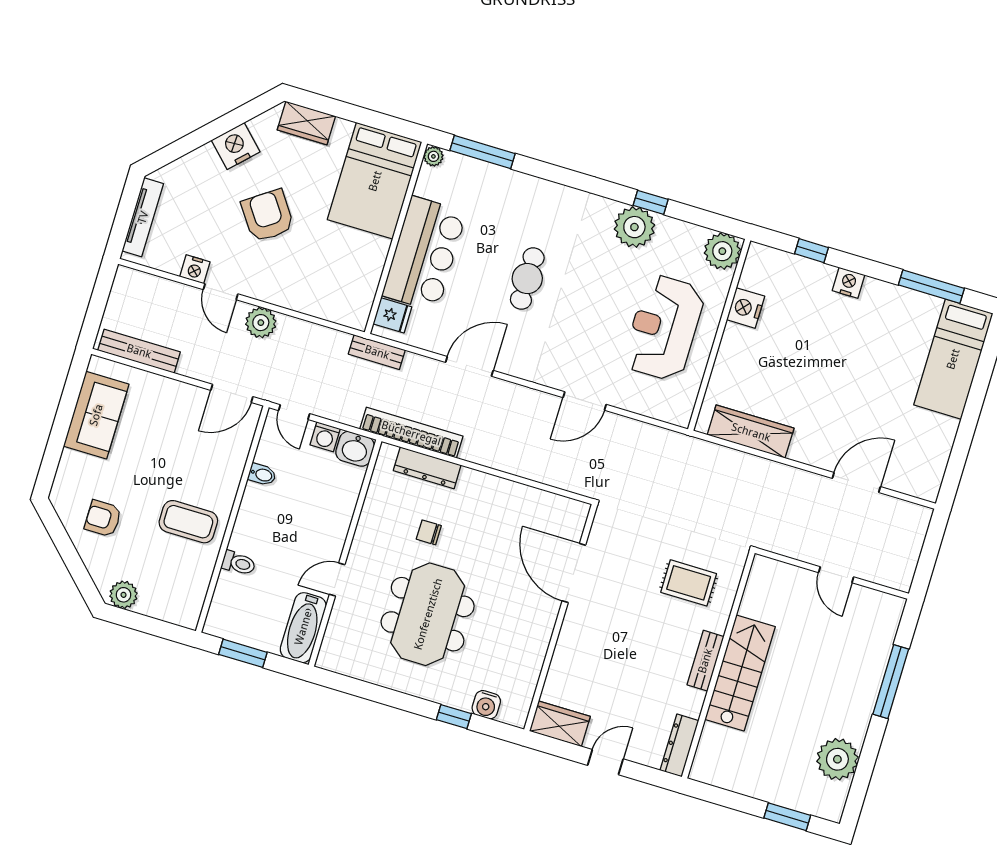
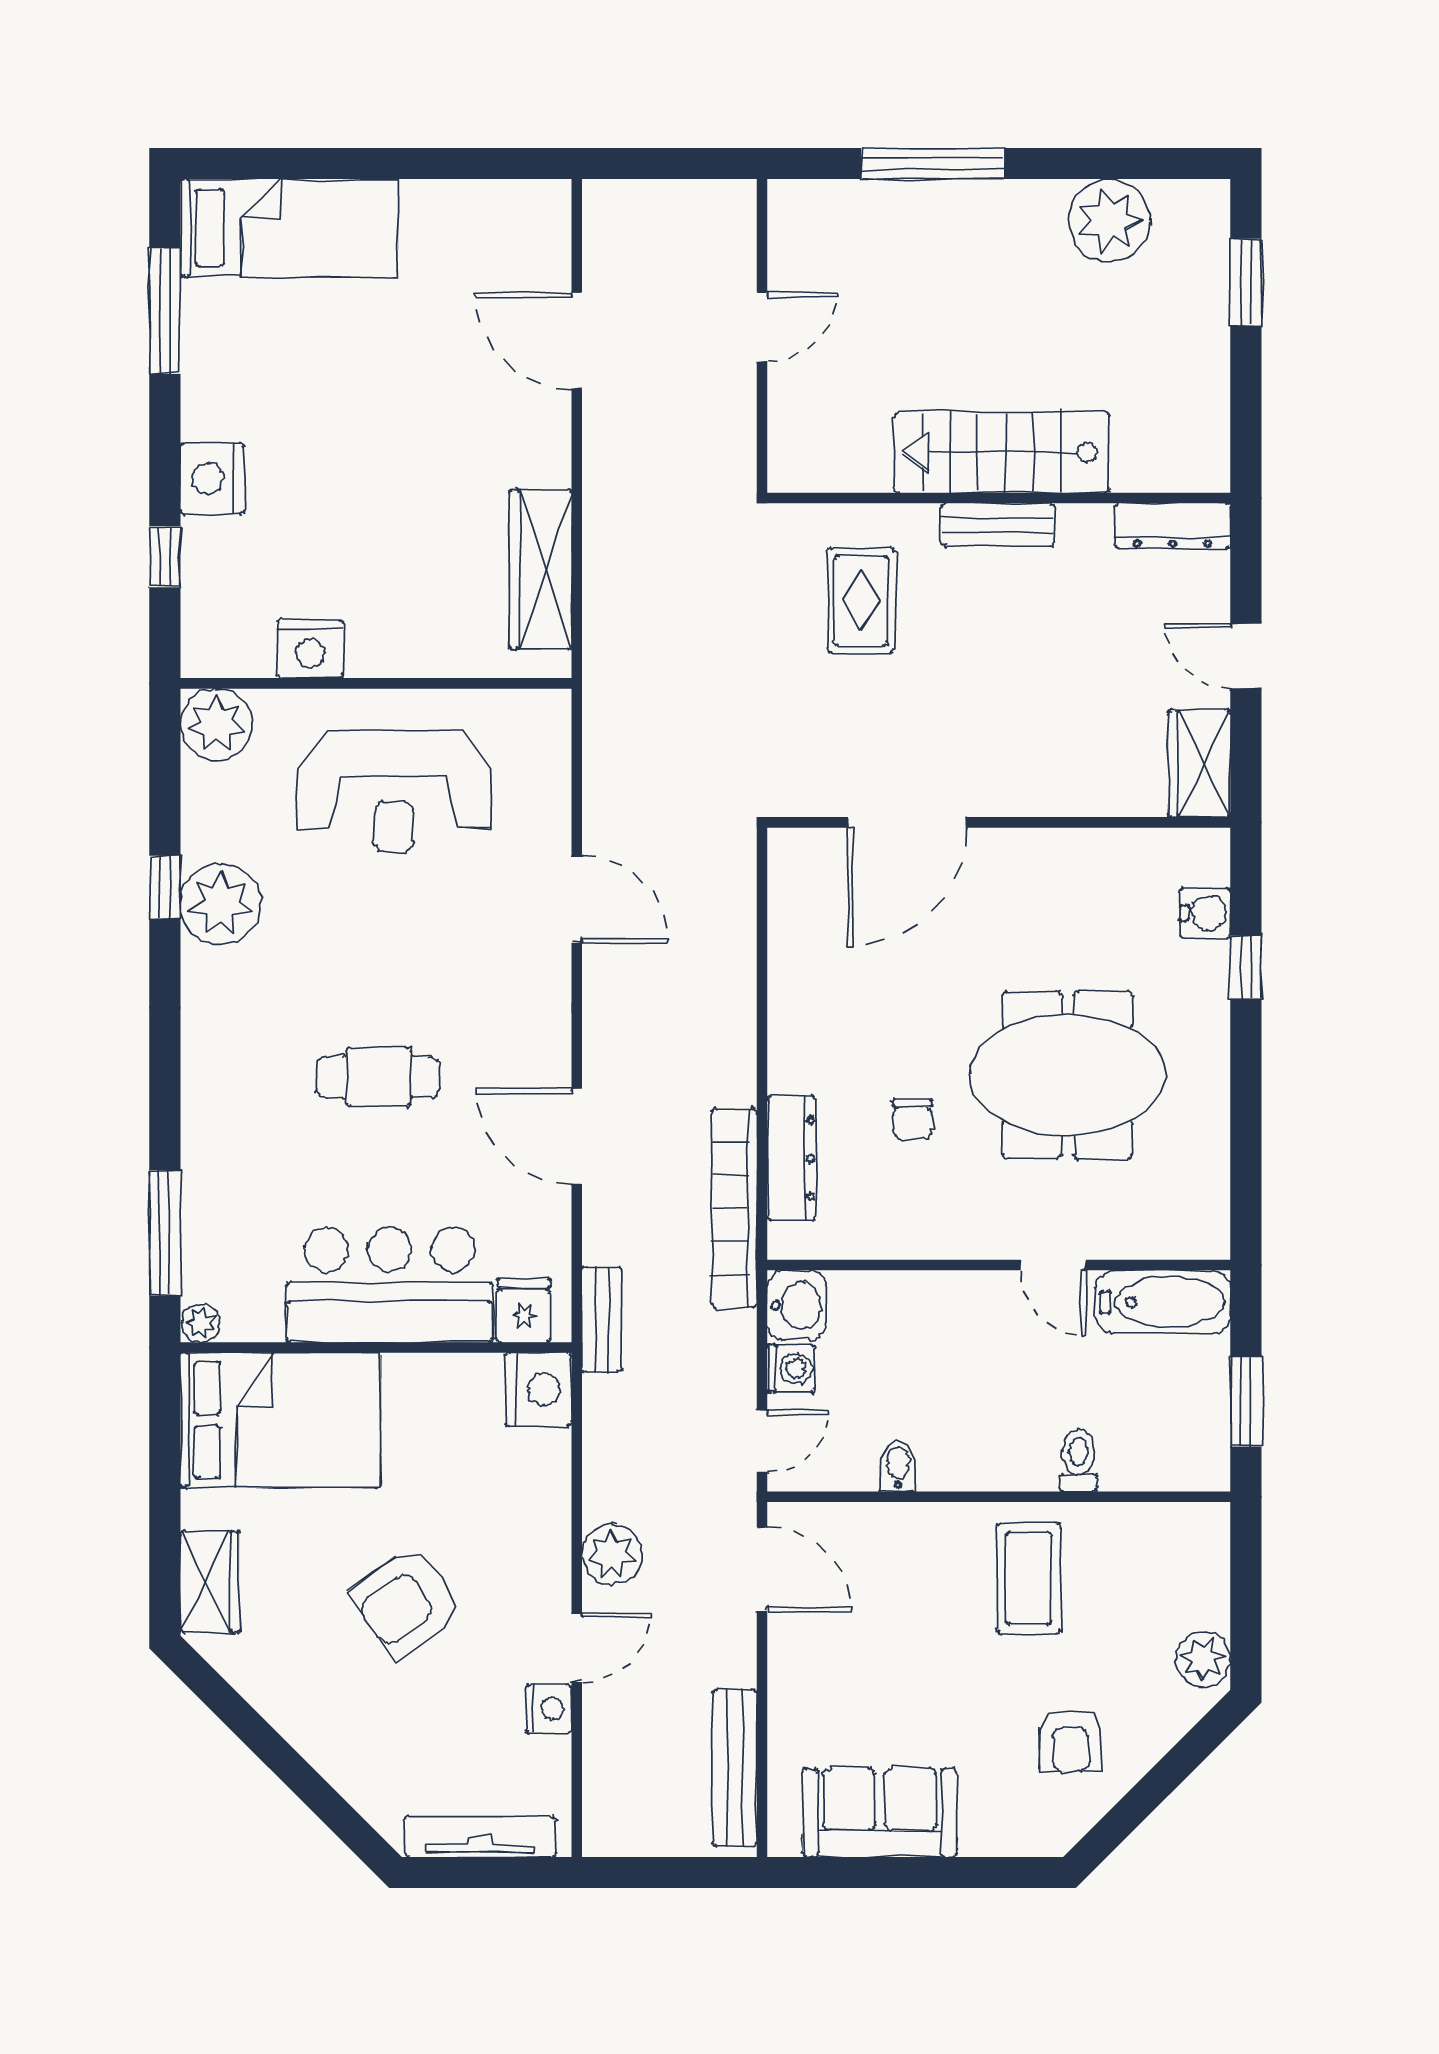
nightstand: (236, 146) -> (538, 1390), moved, turned -135
nightstand: (849, 283) -> (212, 478), width x1.36, depth x1.33

